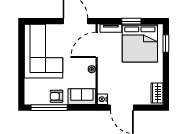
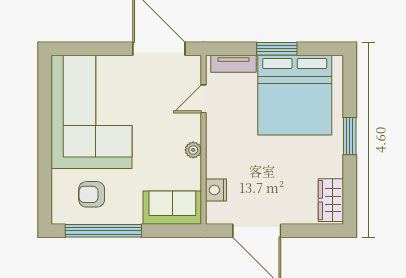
window: (166, 43) -> (350, 136), moved
door: (97, 45) -> (204, 99), width x0.53
armchair: (56, 96) -> (92, 194), moved
nightstand: (103, 99) -> (216, 190), moved

